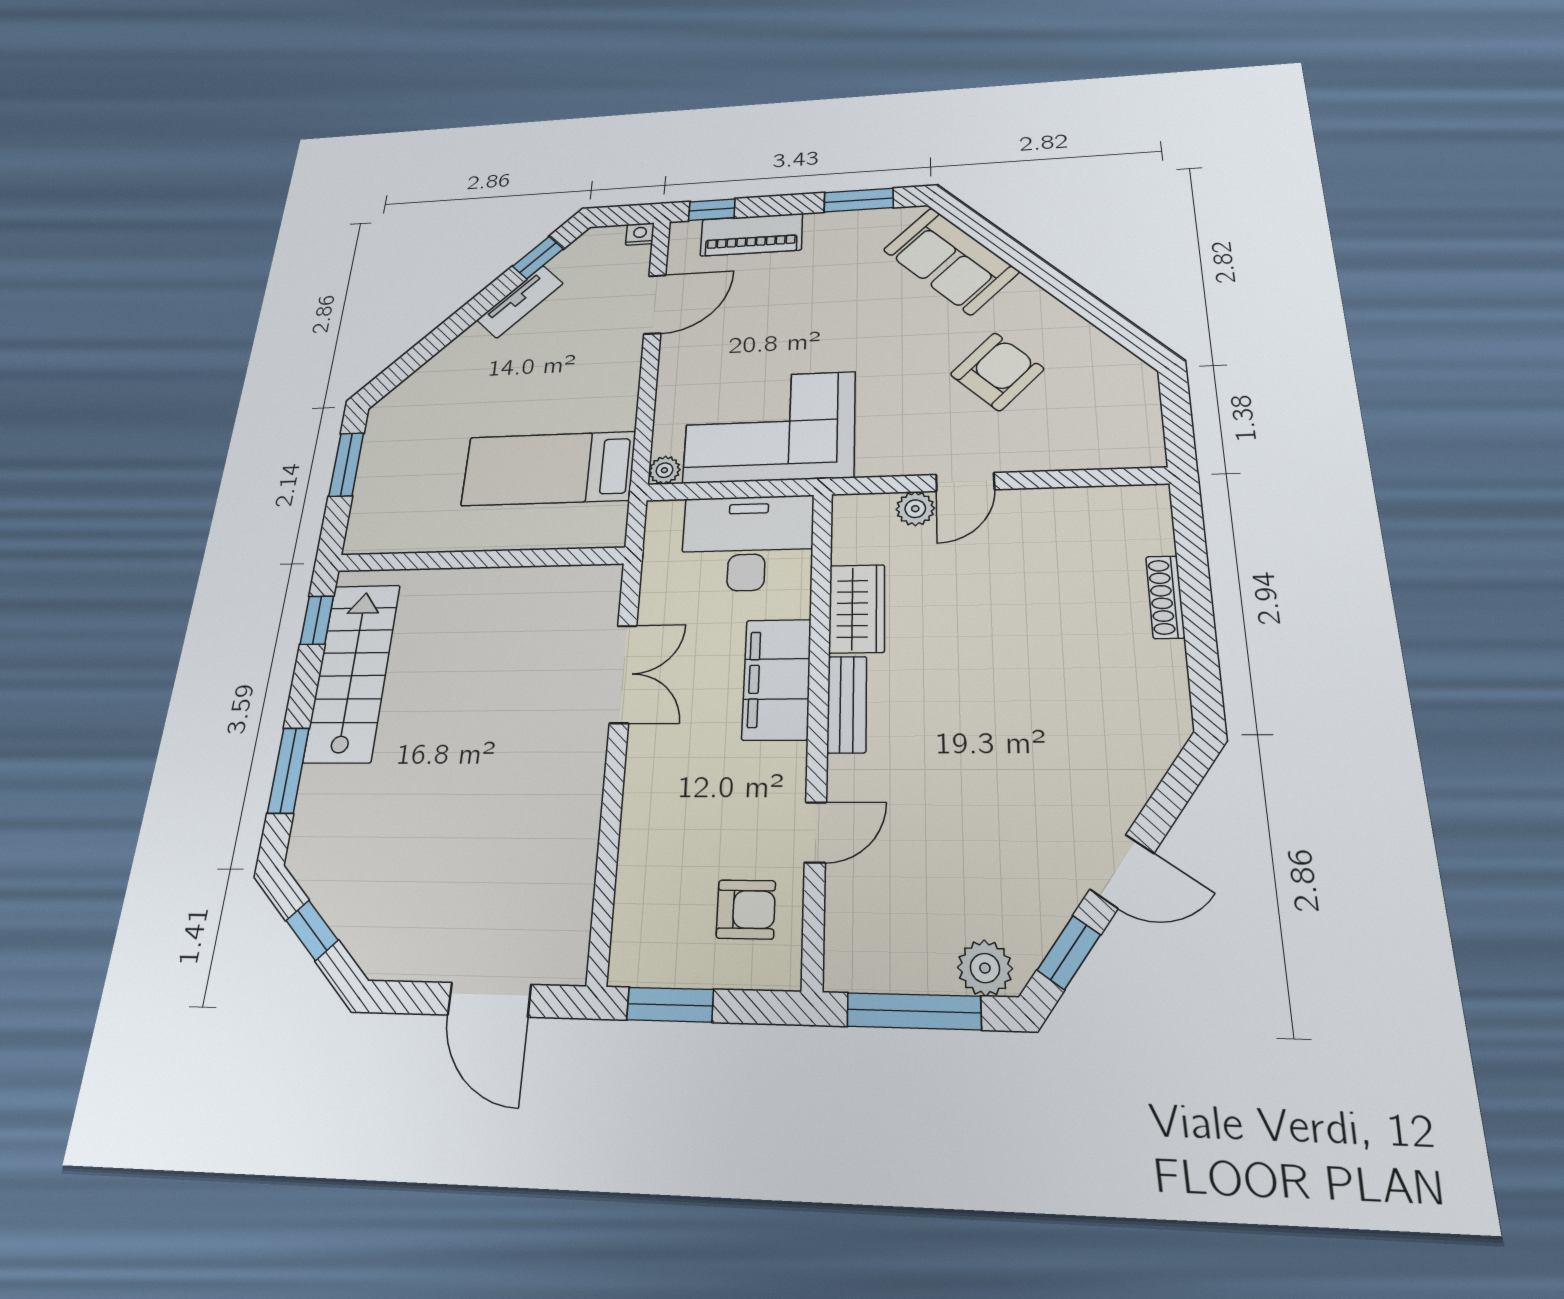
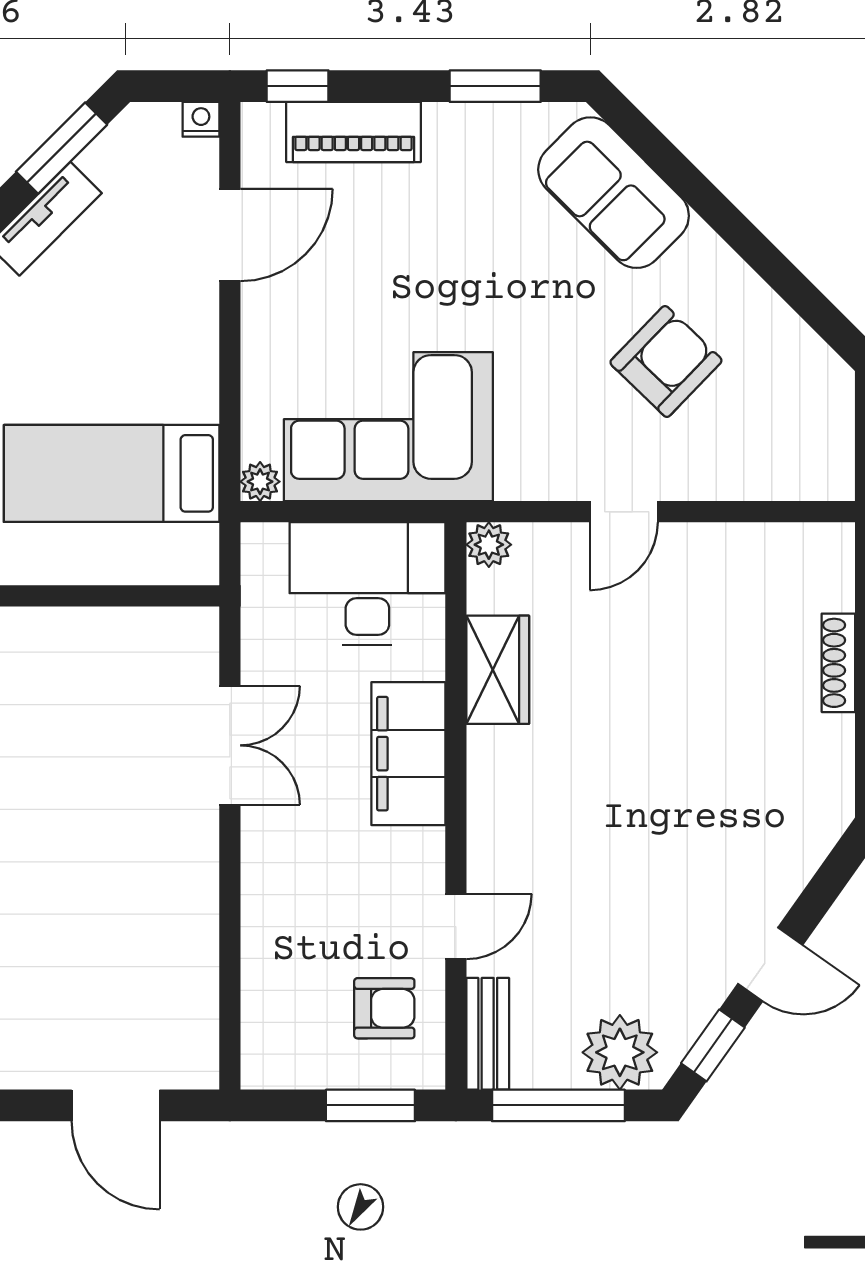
window: (538, 258) -> (62, 148), width x1.50
plant: (915, 509) -> (489, 545), moved
bench: (847, 704) -> (488, 1034), moved
plant: (985, 968) -> (620, 1052), width x1.36, depth x1.36
window: (670, 1005) -> (370, 1105), moved

